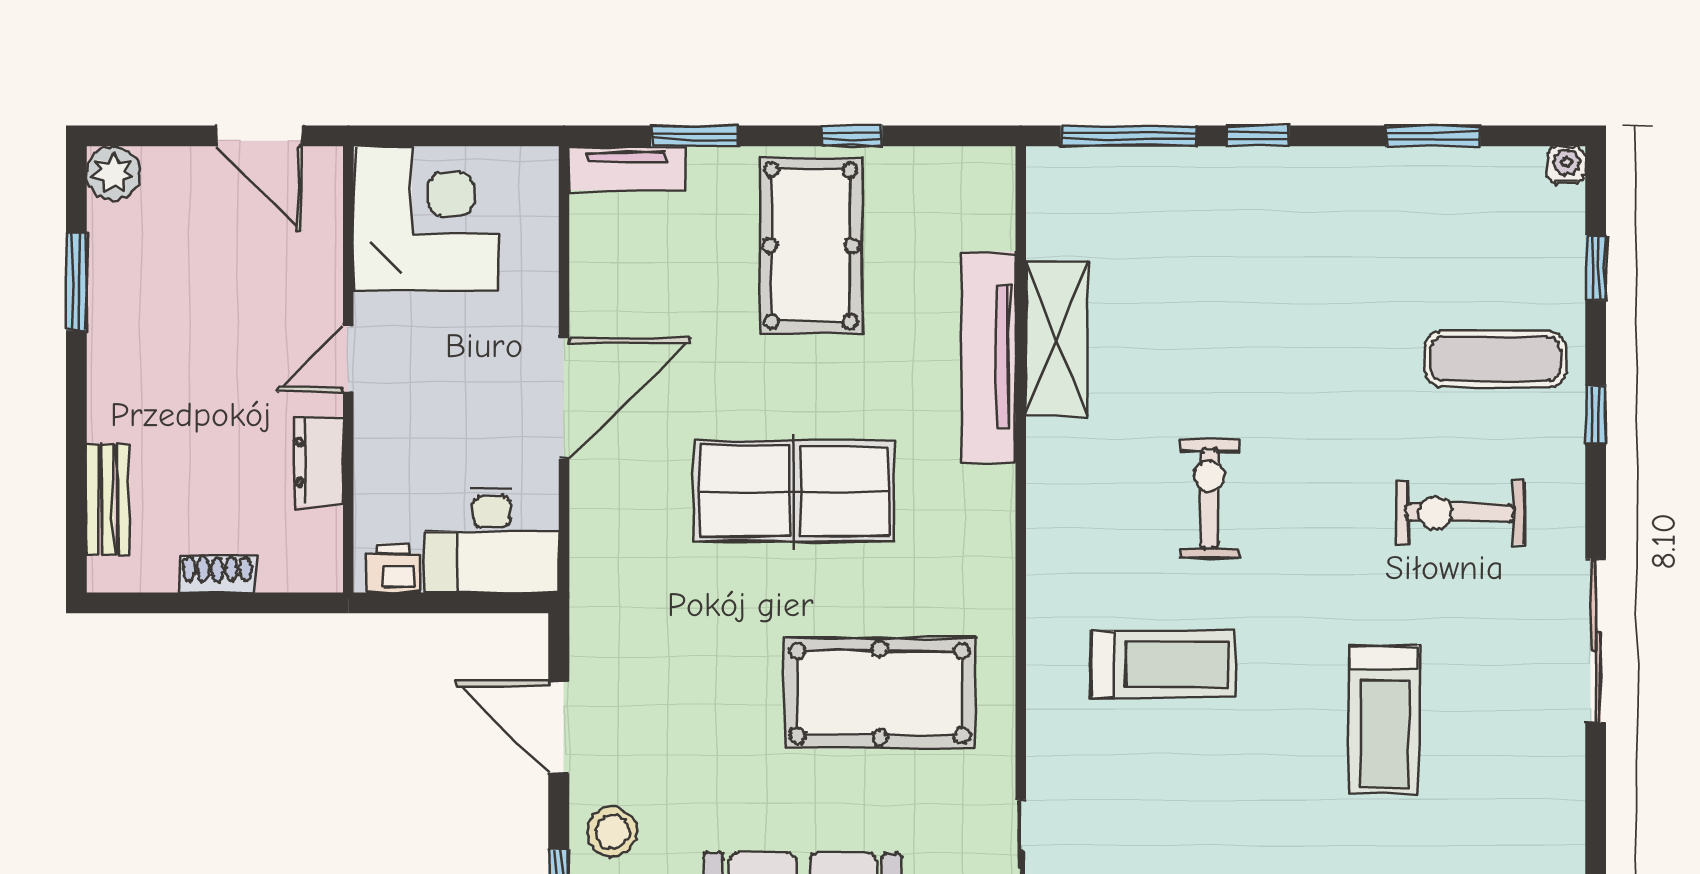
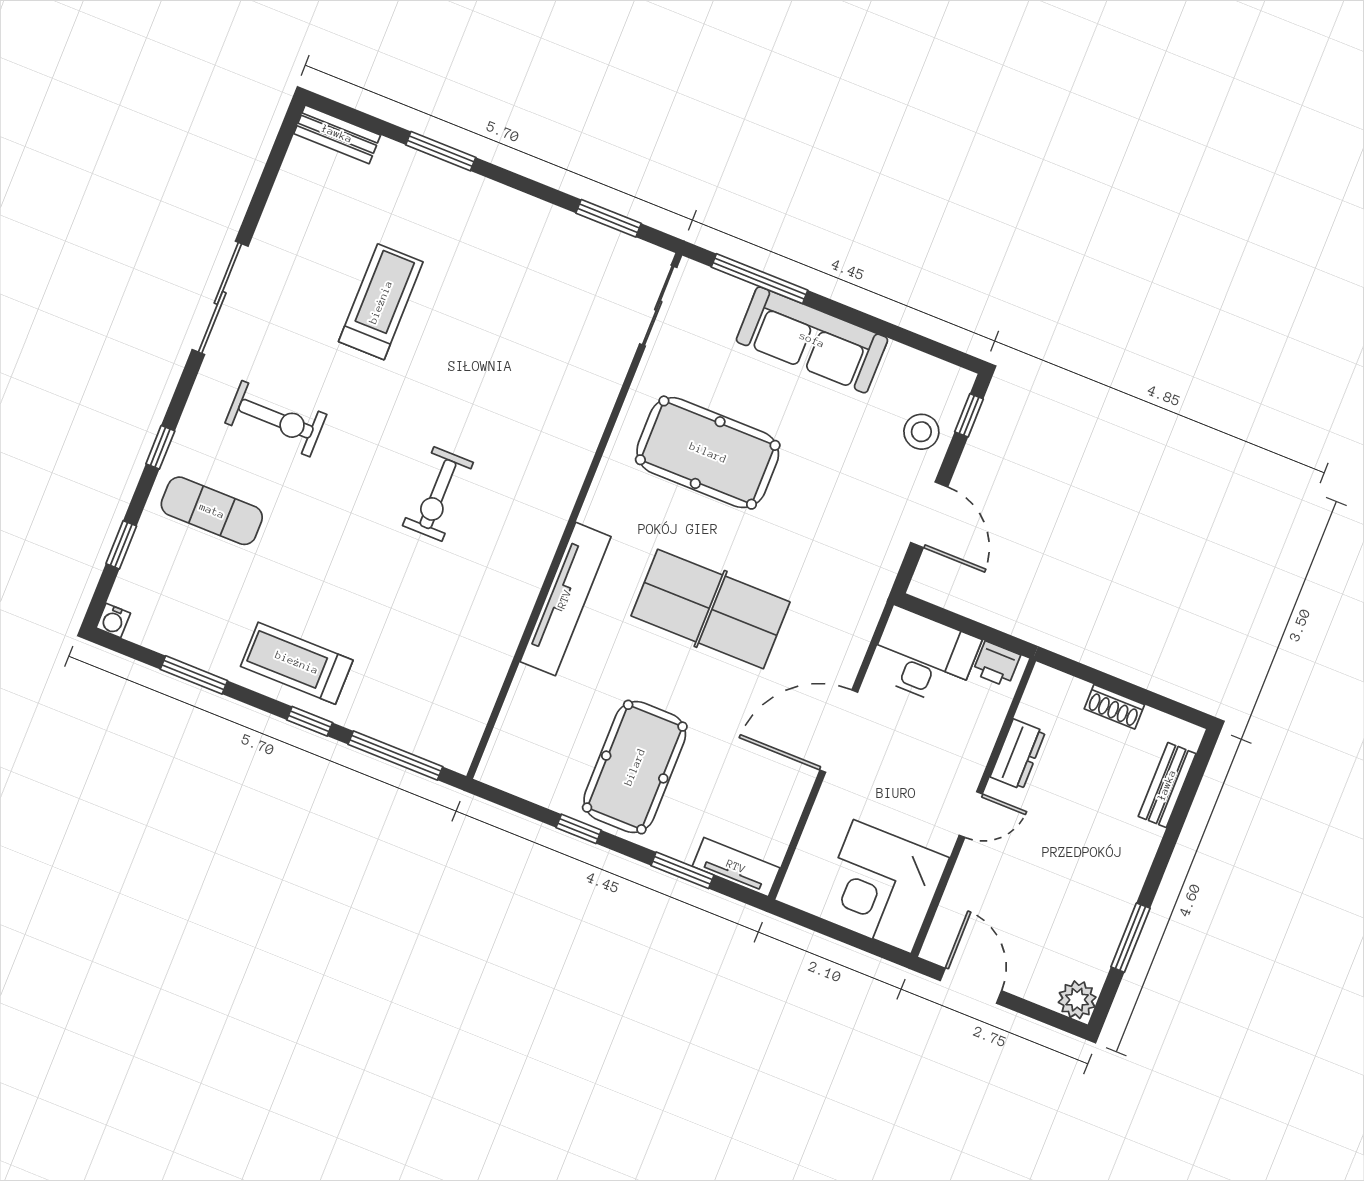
shelving: (1057, 339) -> (497, 640), removed
tv unit: (989, 357) -> (565, 599), moved
treadmill: (1163, 664) -> (297, 663), moved

